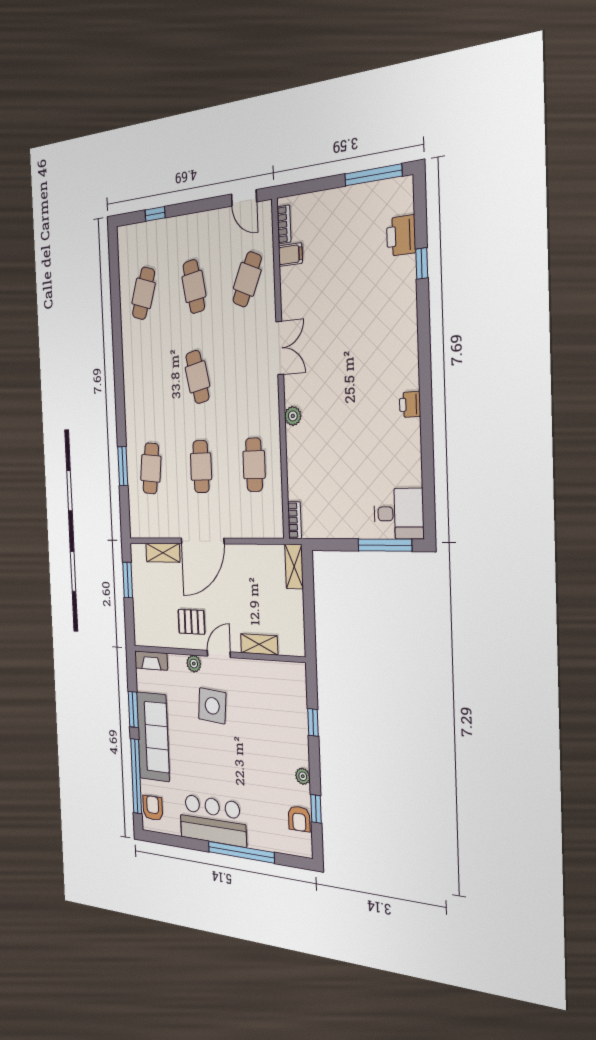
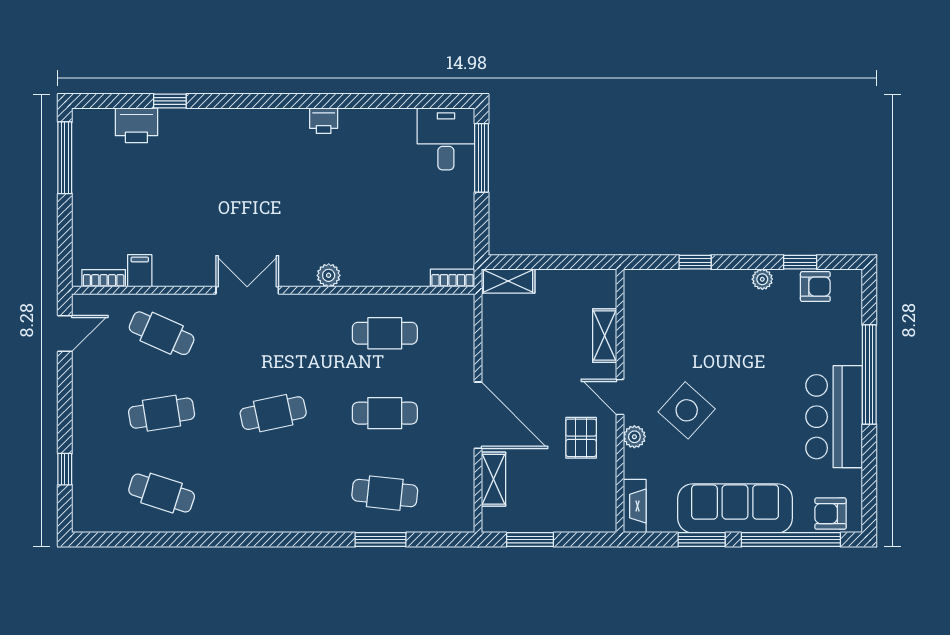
side table: (212, 706) -> (687, 410), turned 37

